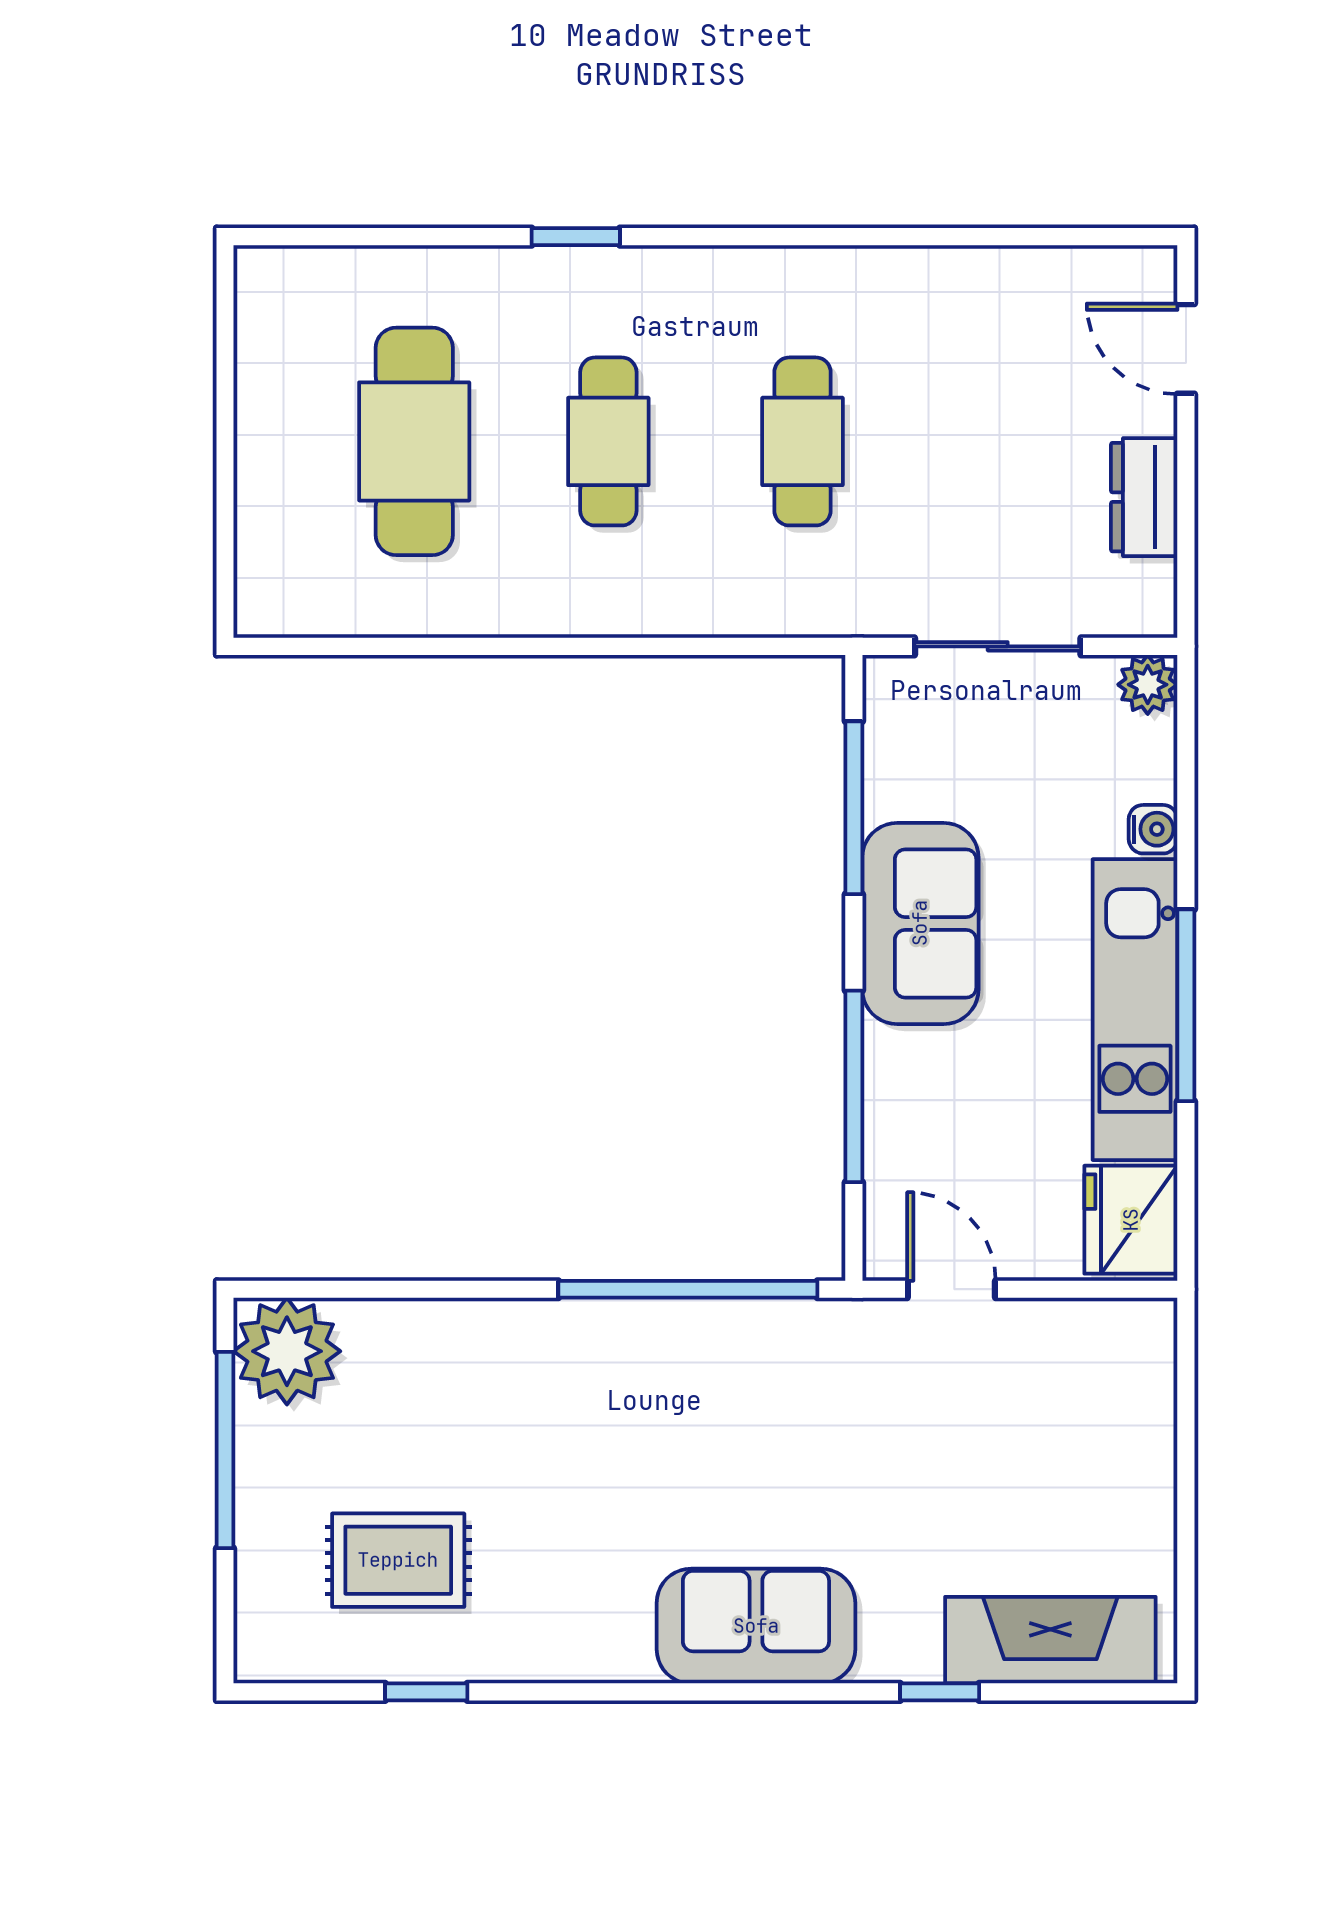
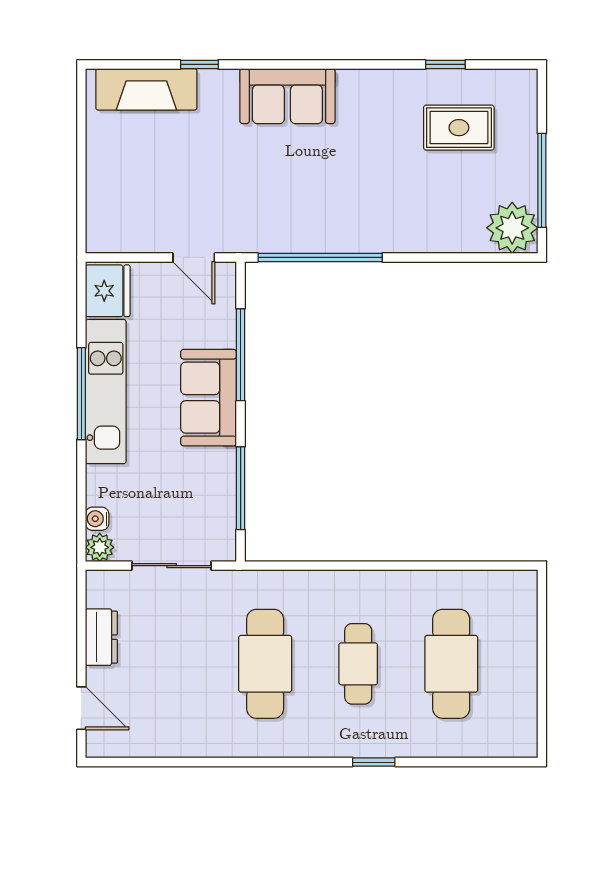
cafe table: (802, 441) -> (265, 664), width x1.37, depth x1.35
water cooler: (1153, 829) -> (97, 519), moved
sofa: (920, 923) -> (209, 398), moved

